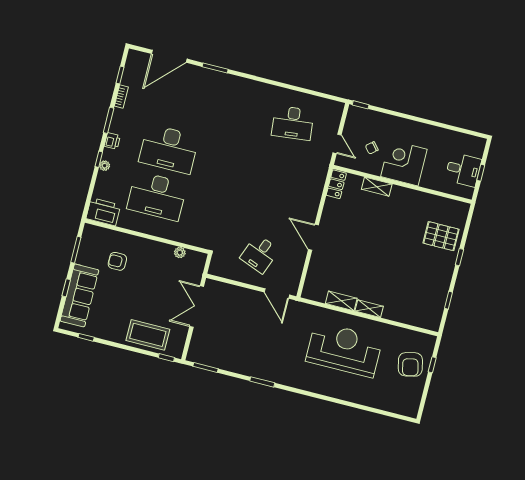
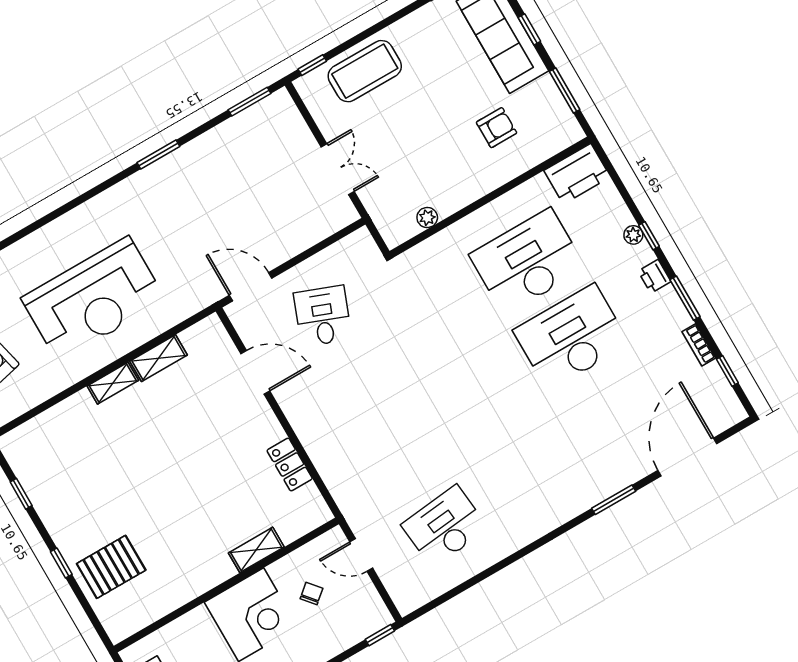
locker: (336, 184) -> (290, 464), moved
door: (313, 237) -> (255, 372), moved
double door: (197, 307) -> (338, 169), width x0.73

